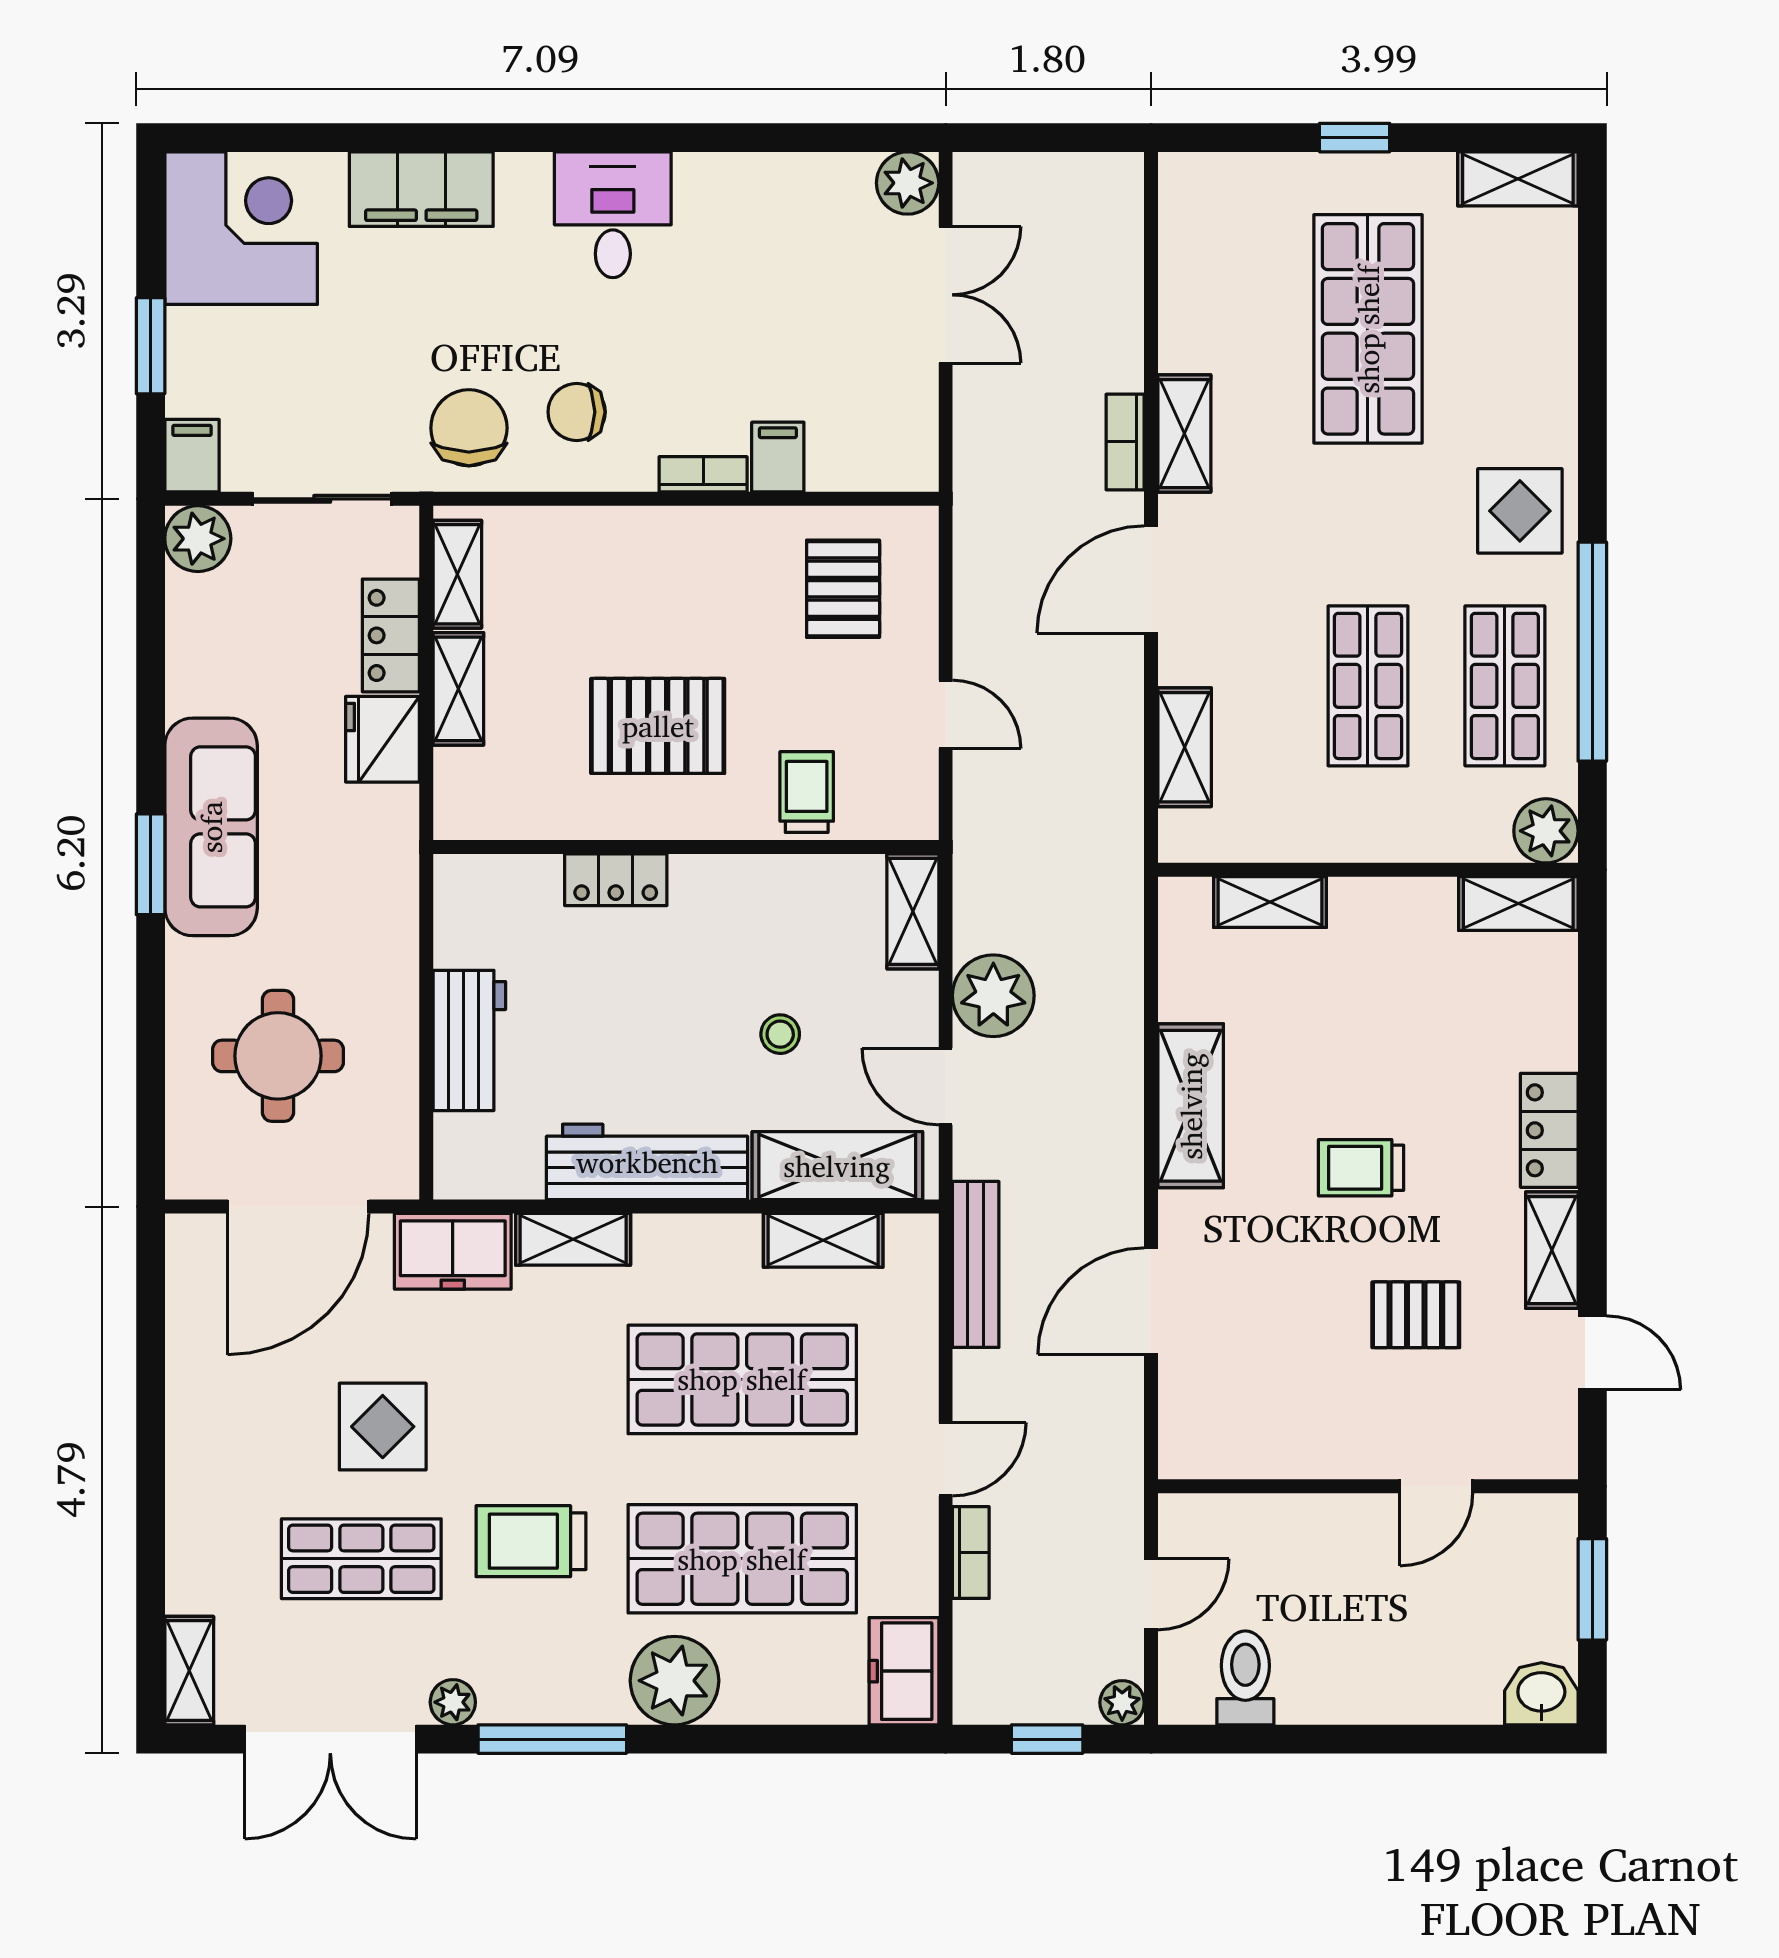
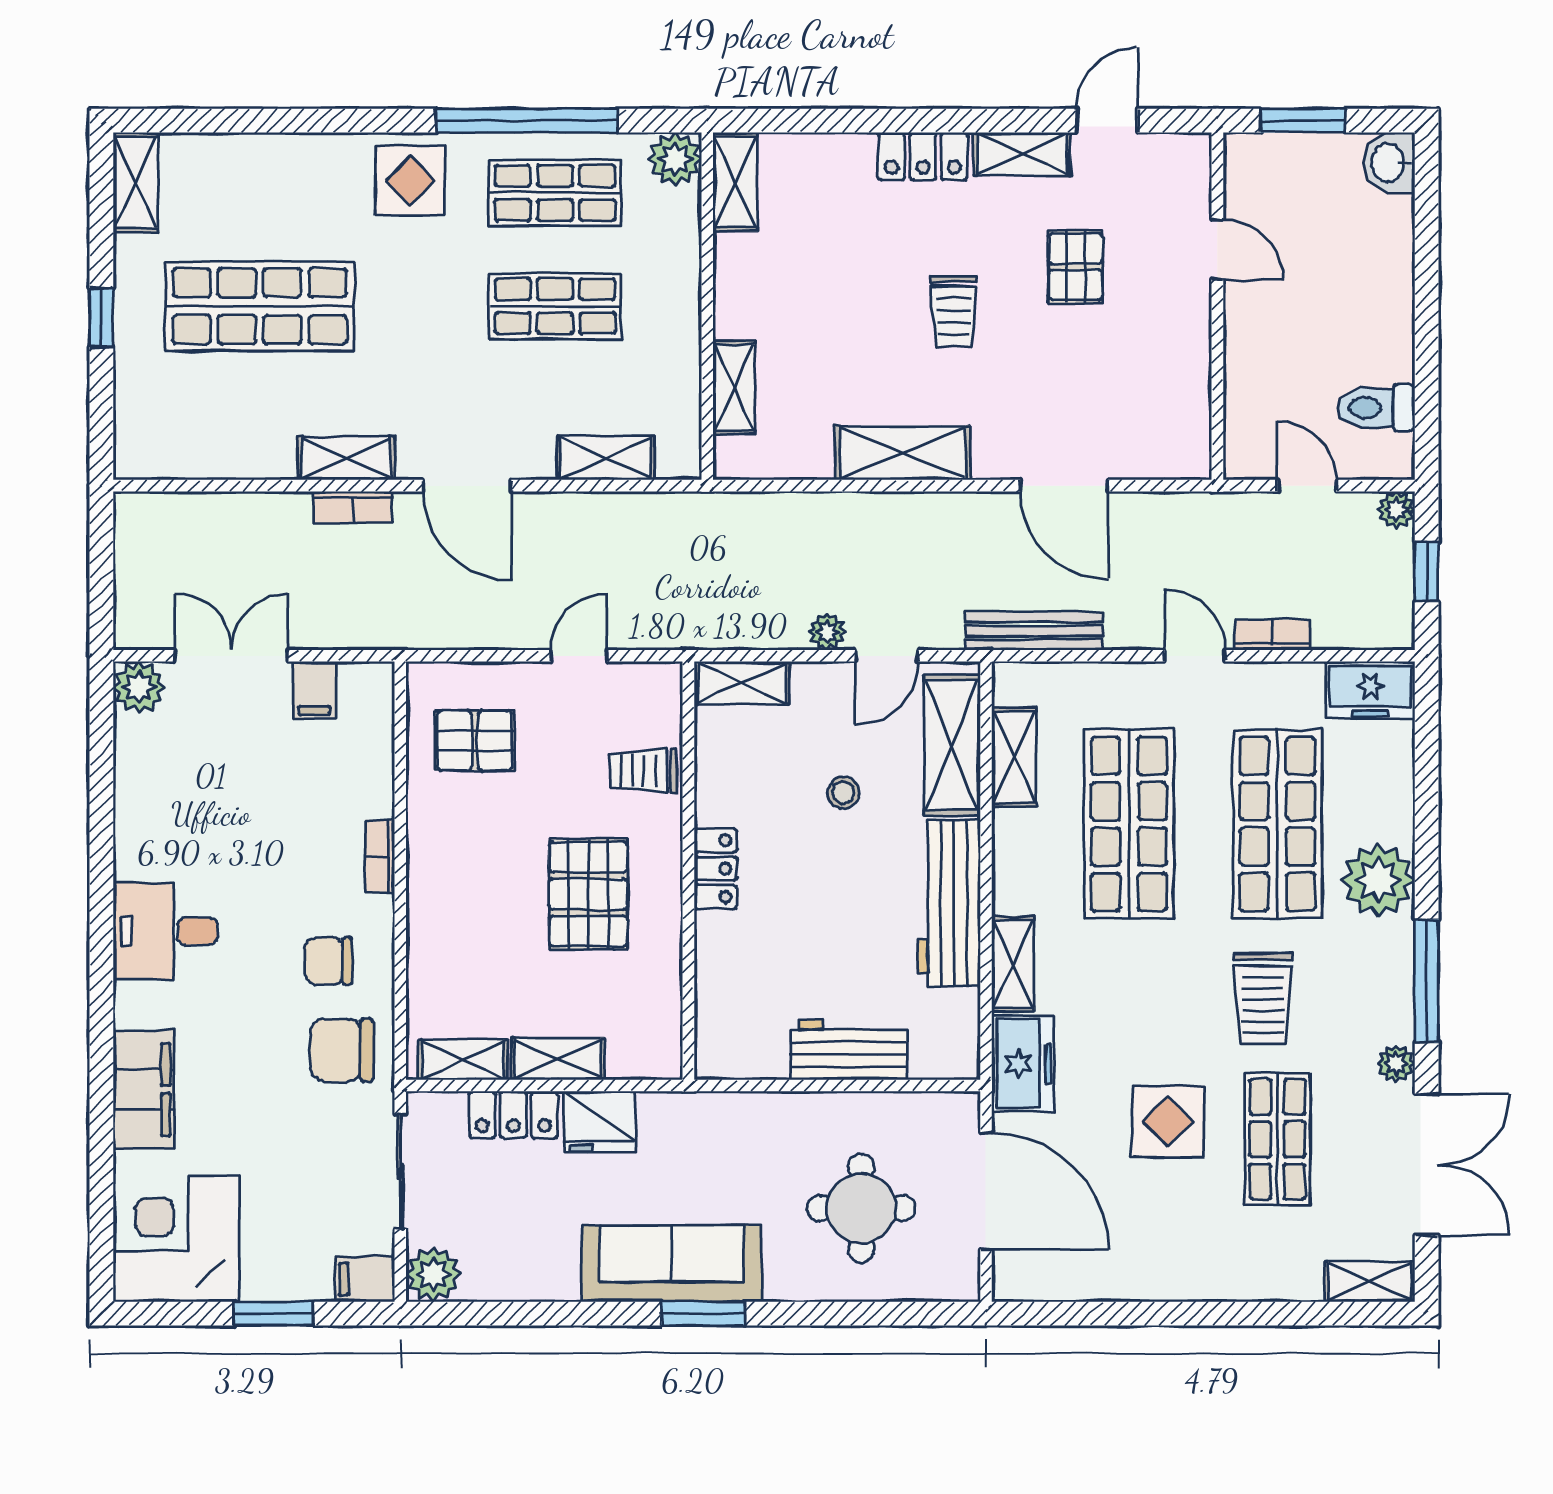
chair: (577, 412) -> (328, 961), turned 90
filing cabinet: (778, 457) -> (314, 690), moved, turned -90
locker: (616, 880) -> (715, 869), moved
plant: (993, 996) -> (827, 632), width x0.53, depth x0.53

